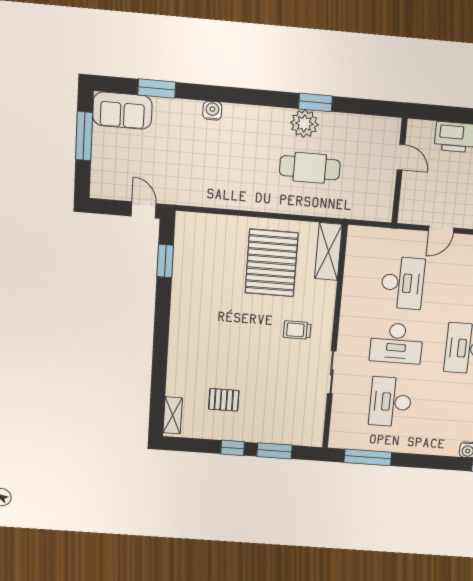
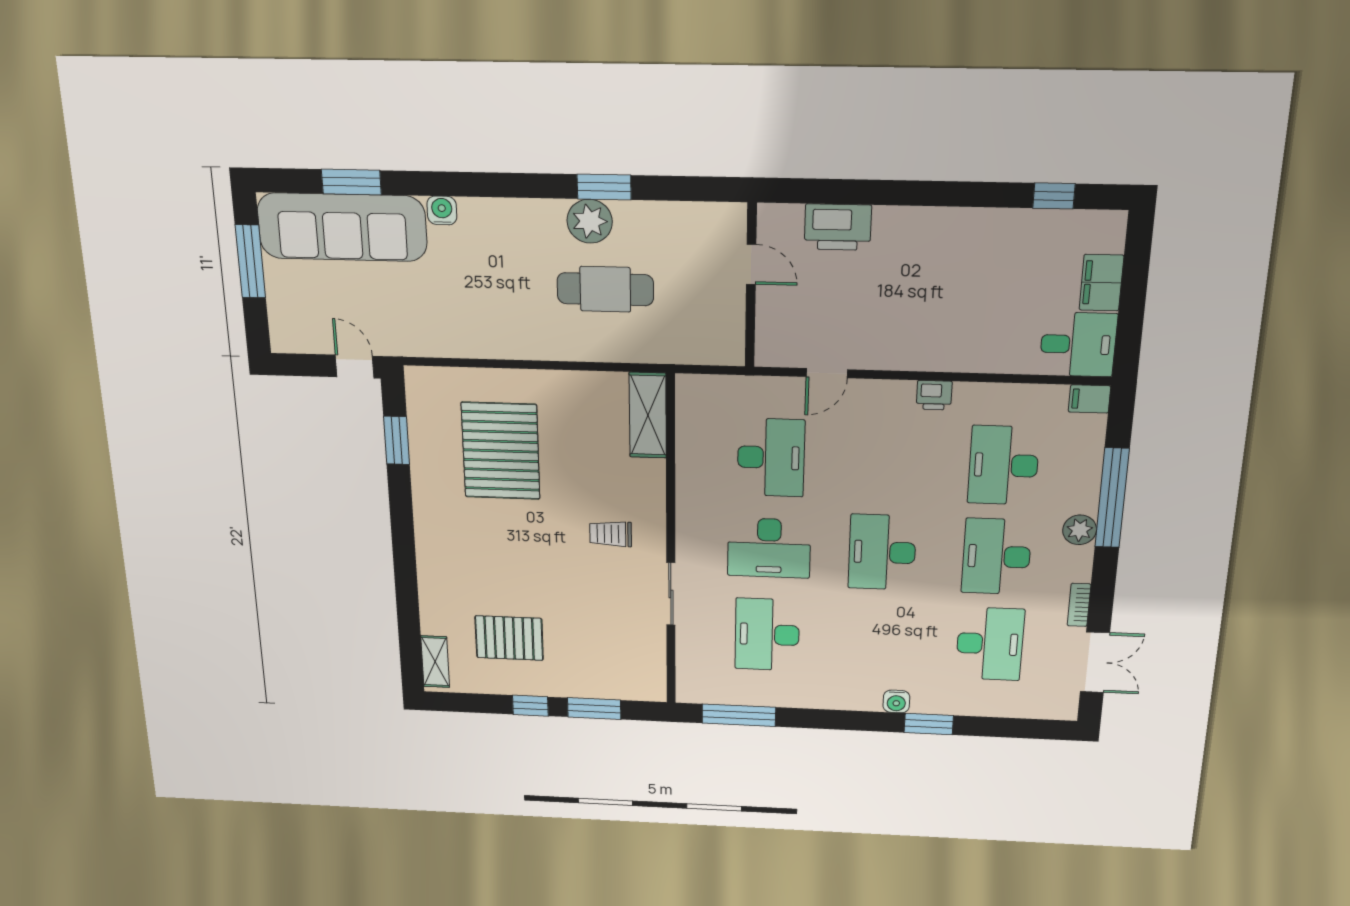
sofa: (122, 111) -> (342, 227), width x1.85, depth x1.27
pallet: (272, 263) -> (501, 451), moved
pallet: (224, 400) -> (509, 638), width x1.50, depth x1.42

